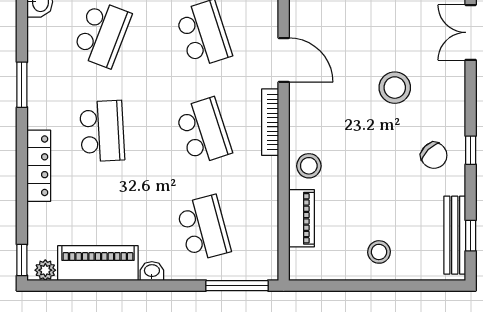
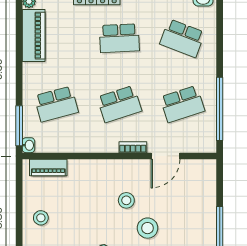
bookcase: (270, 122) -> (133, 147), width x0.64
stool: (309, 166) -> (126, 200), moved
piano: (301, 218) -> (48, 168), moved
washbasin: (152, 271) -> (28, 145), moved

